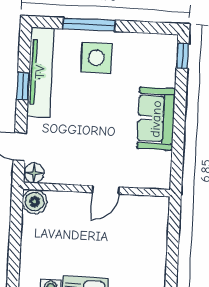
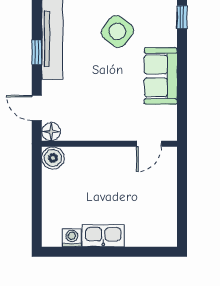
side table: (96, 58) -> (117, 31), moved, turned 37
door: (106, 190) -> (149, 144), moved

